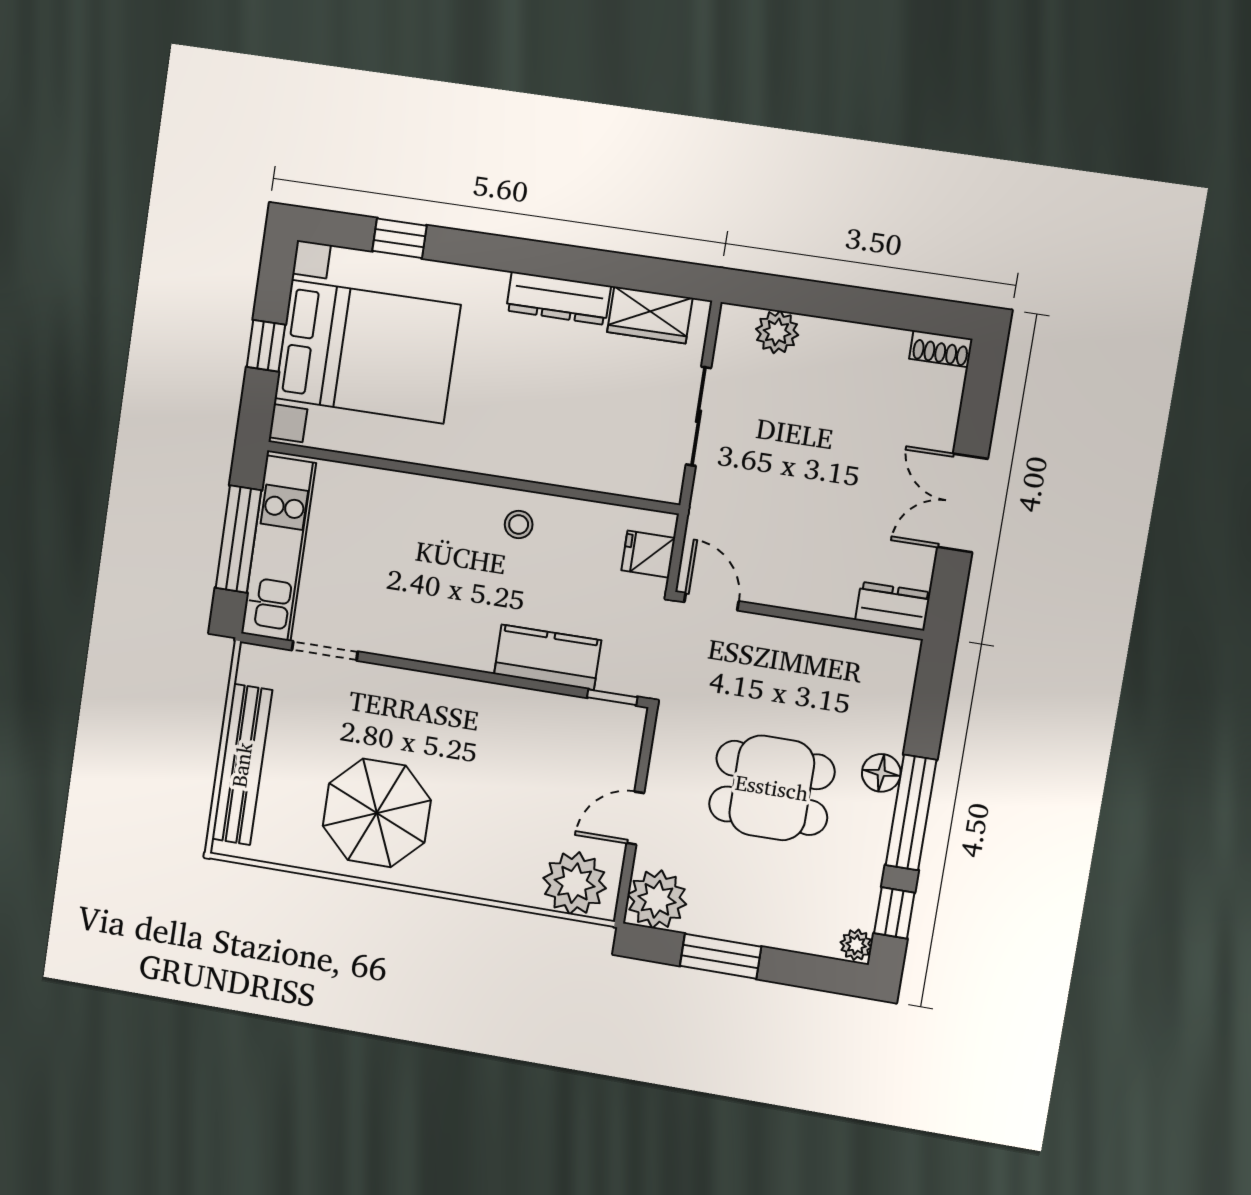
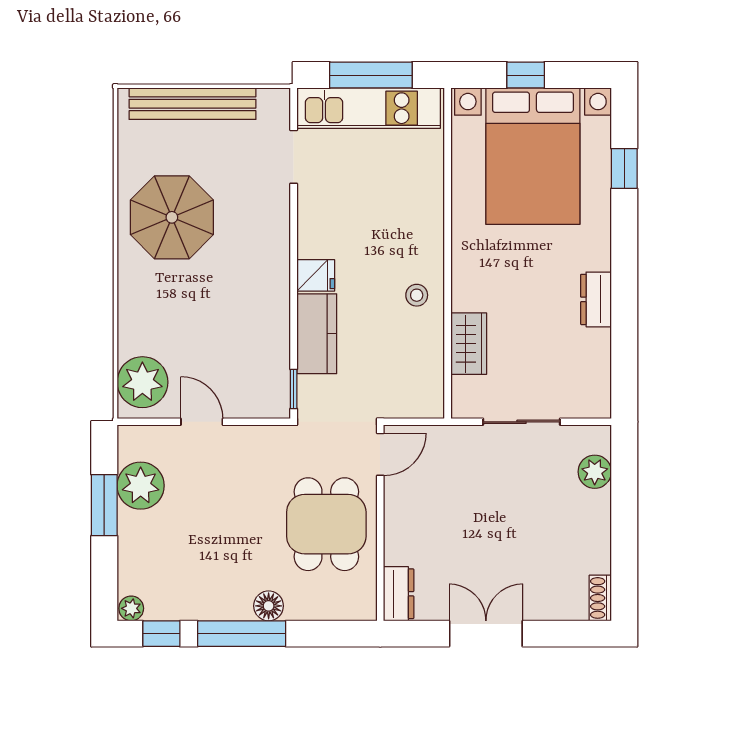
dresser: (558, 298) -> (596, 299), width x0.70
wardrobe: (650, 315) -> (469, 344), moved, turned 180
fridge: (648, 554) -> (316, 275), moved, turned 90
dining table: (772, 788) -> (326, 524), moved
plant: (657, 899) -> (141, 486), moved

